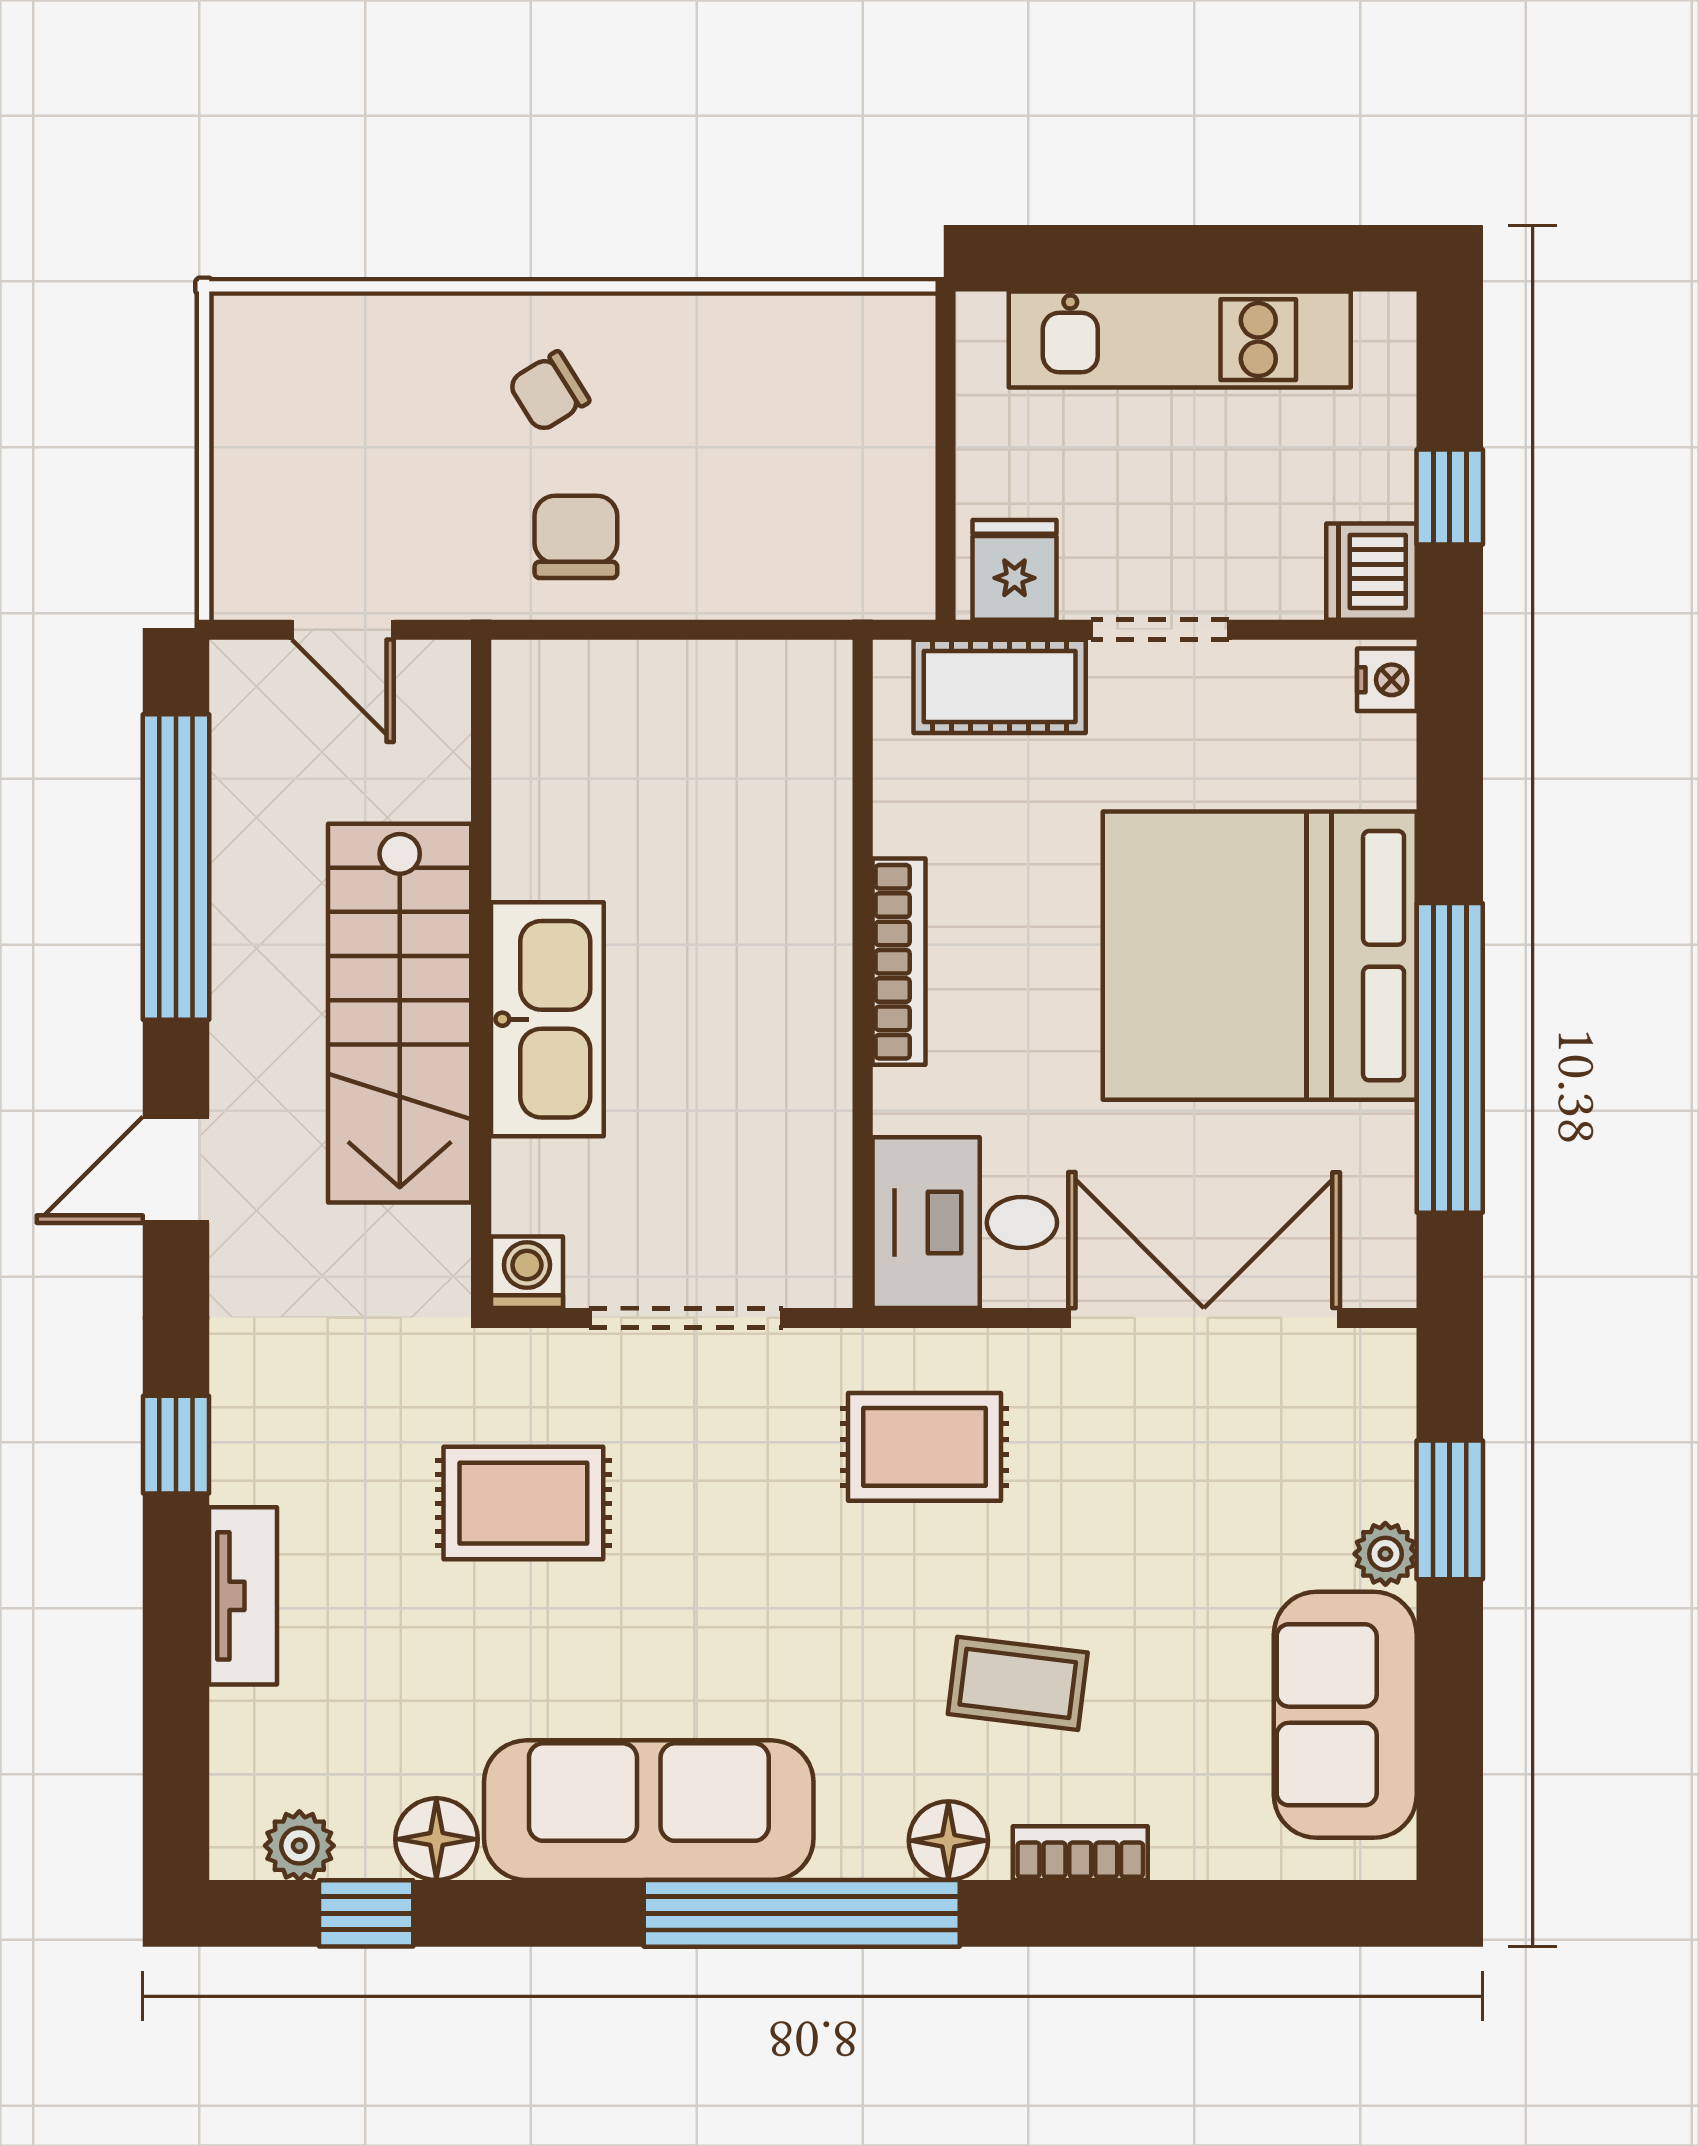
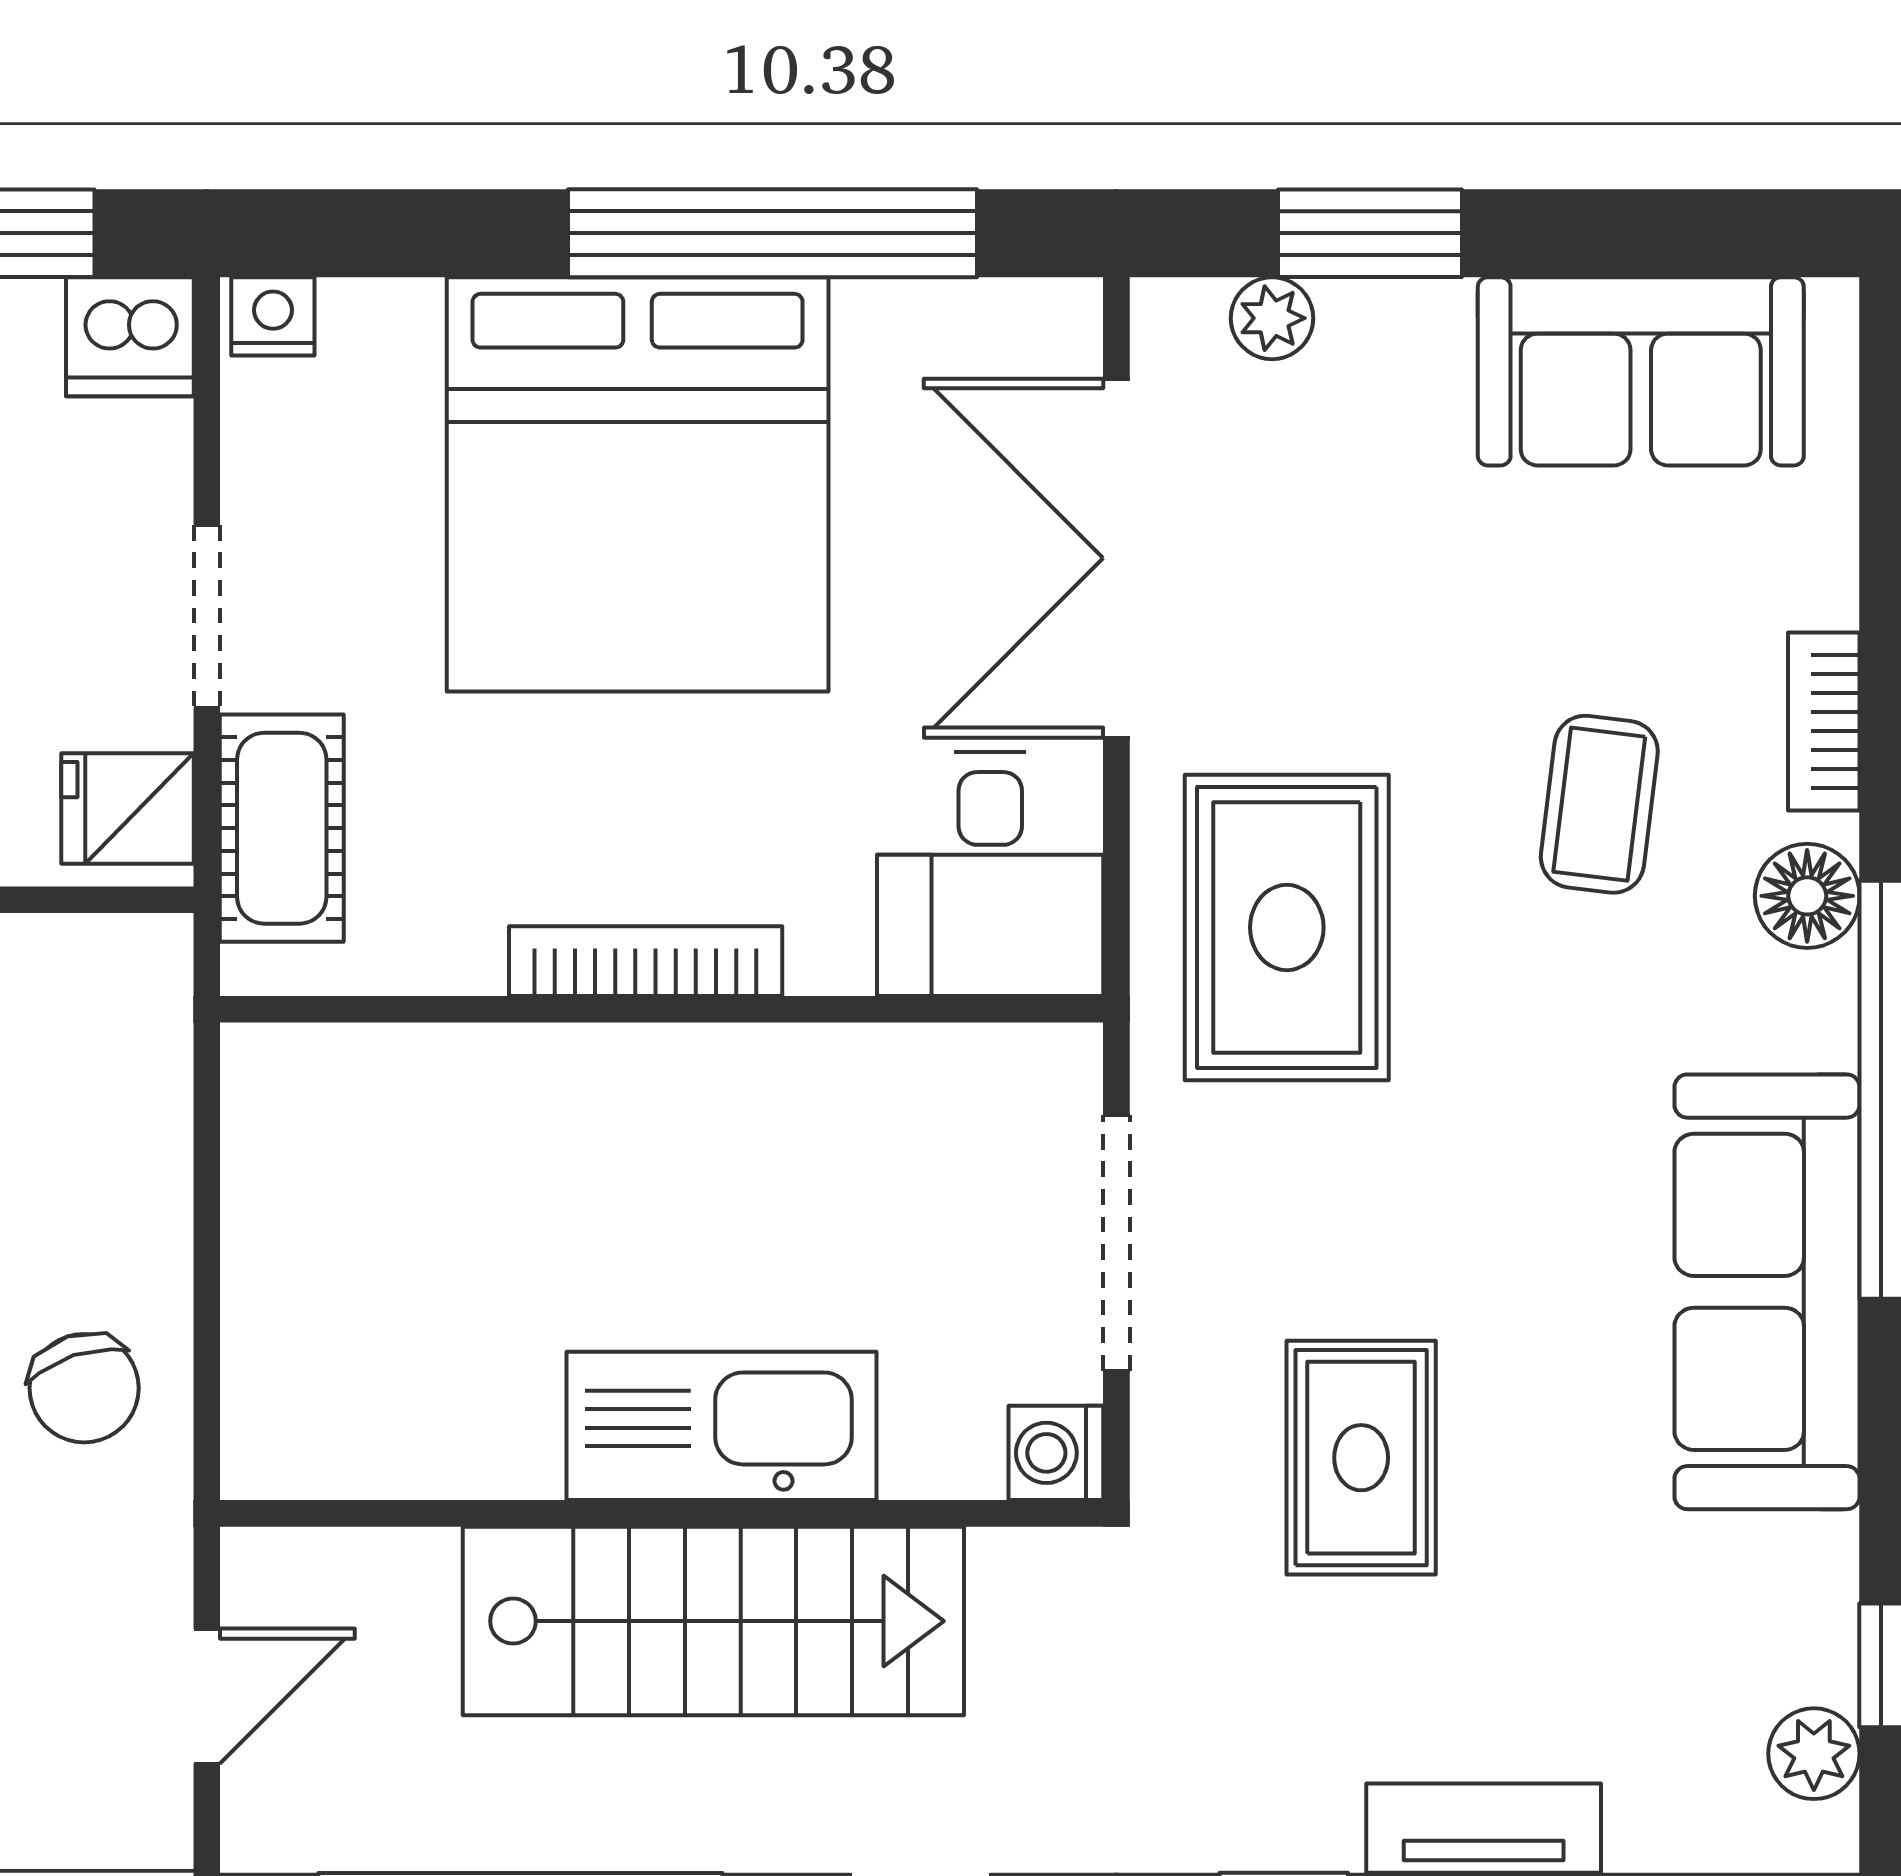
chair: (576, 537) -> (84, 1388), turned -108
rug: (924, 1447) -> (1287, 927), width x1.36, depth x1.43
plant: (1385, 1554) -> (1272, 318), moved
floor lamp: (436, 1839) -> (1805, 1572), removed

